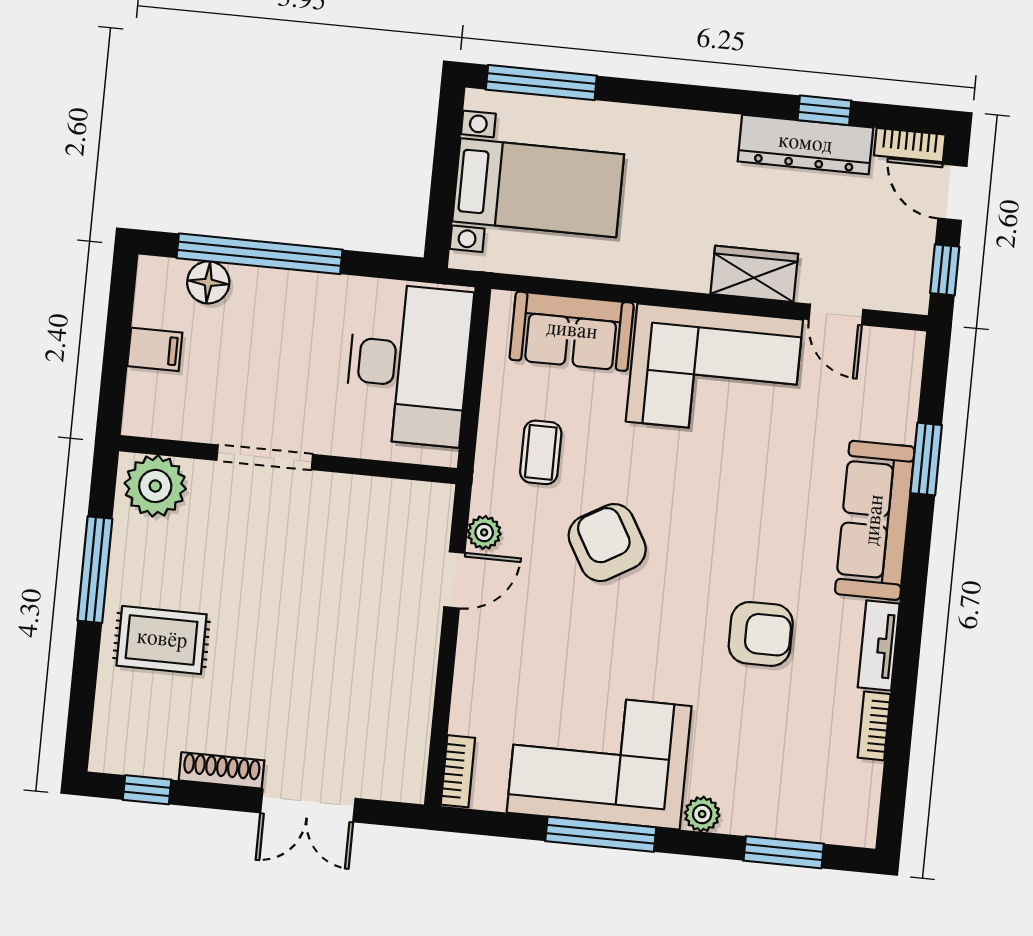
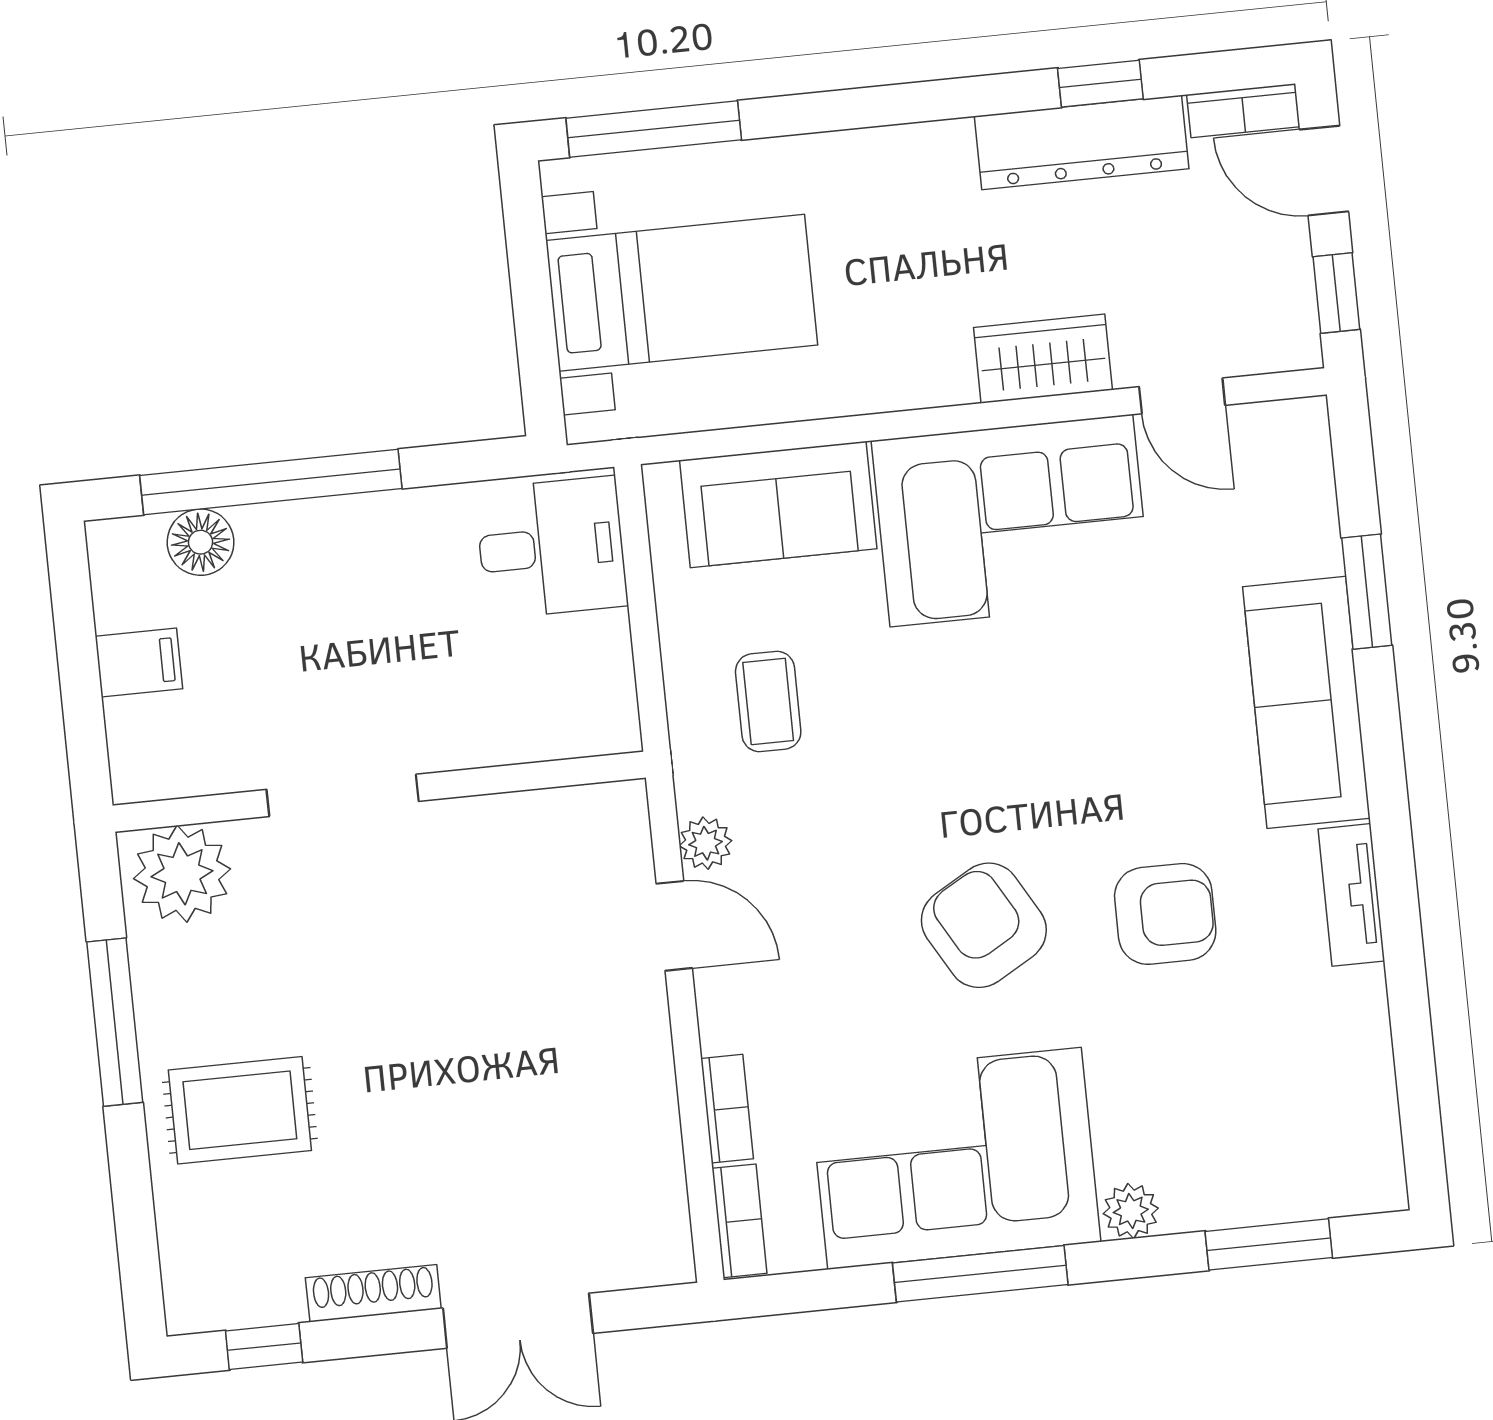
desk: (408, 364) -> (551, 547), width x0.53, depth x0.77
armchair: (607, 543) -> (984, 925), moved
door: (454, 580) -> (674, 926), hinge flipped
bookcase: (874, 726) -> (727, 1109), moved, turned 180

